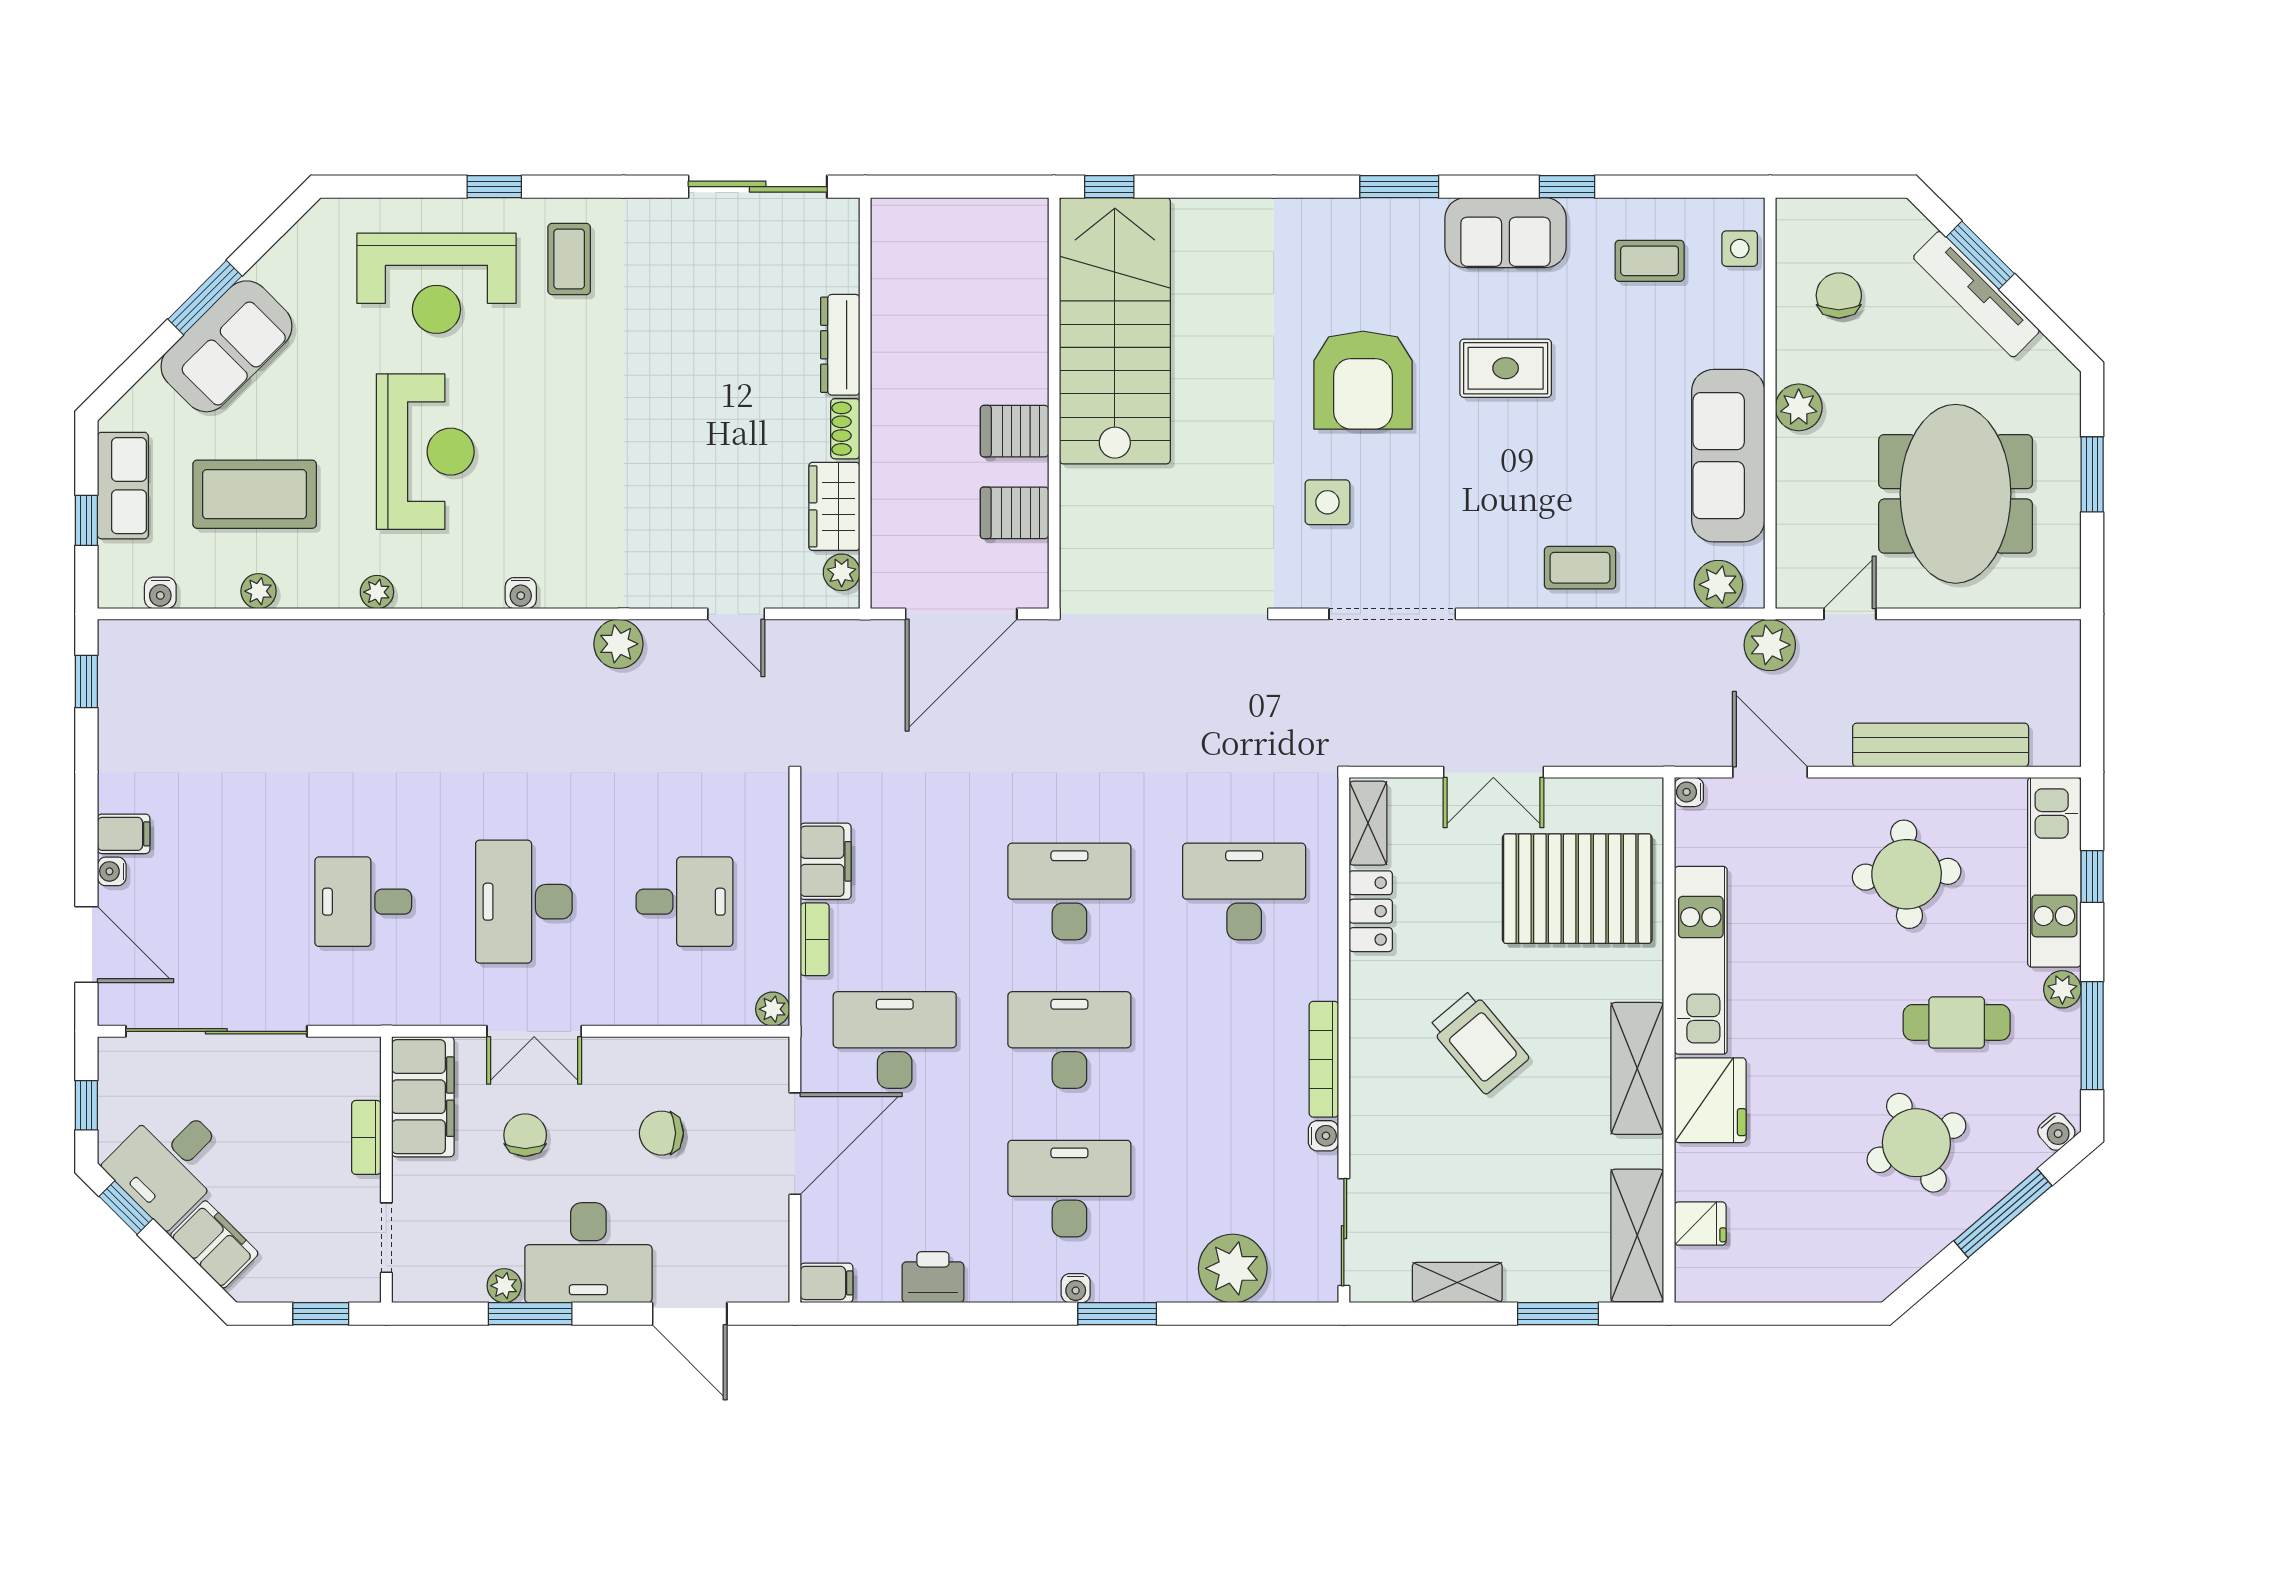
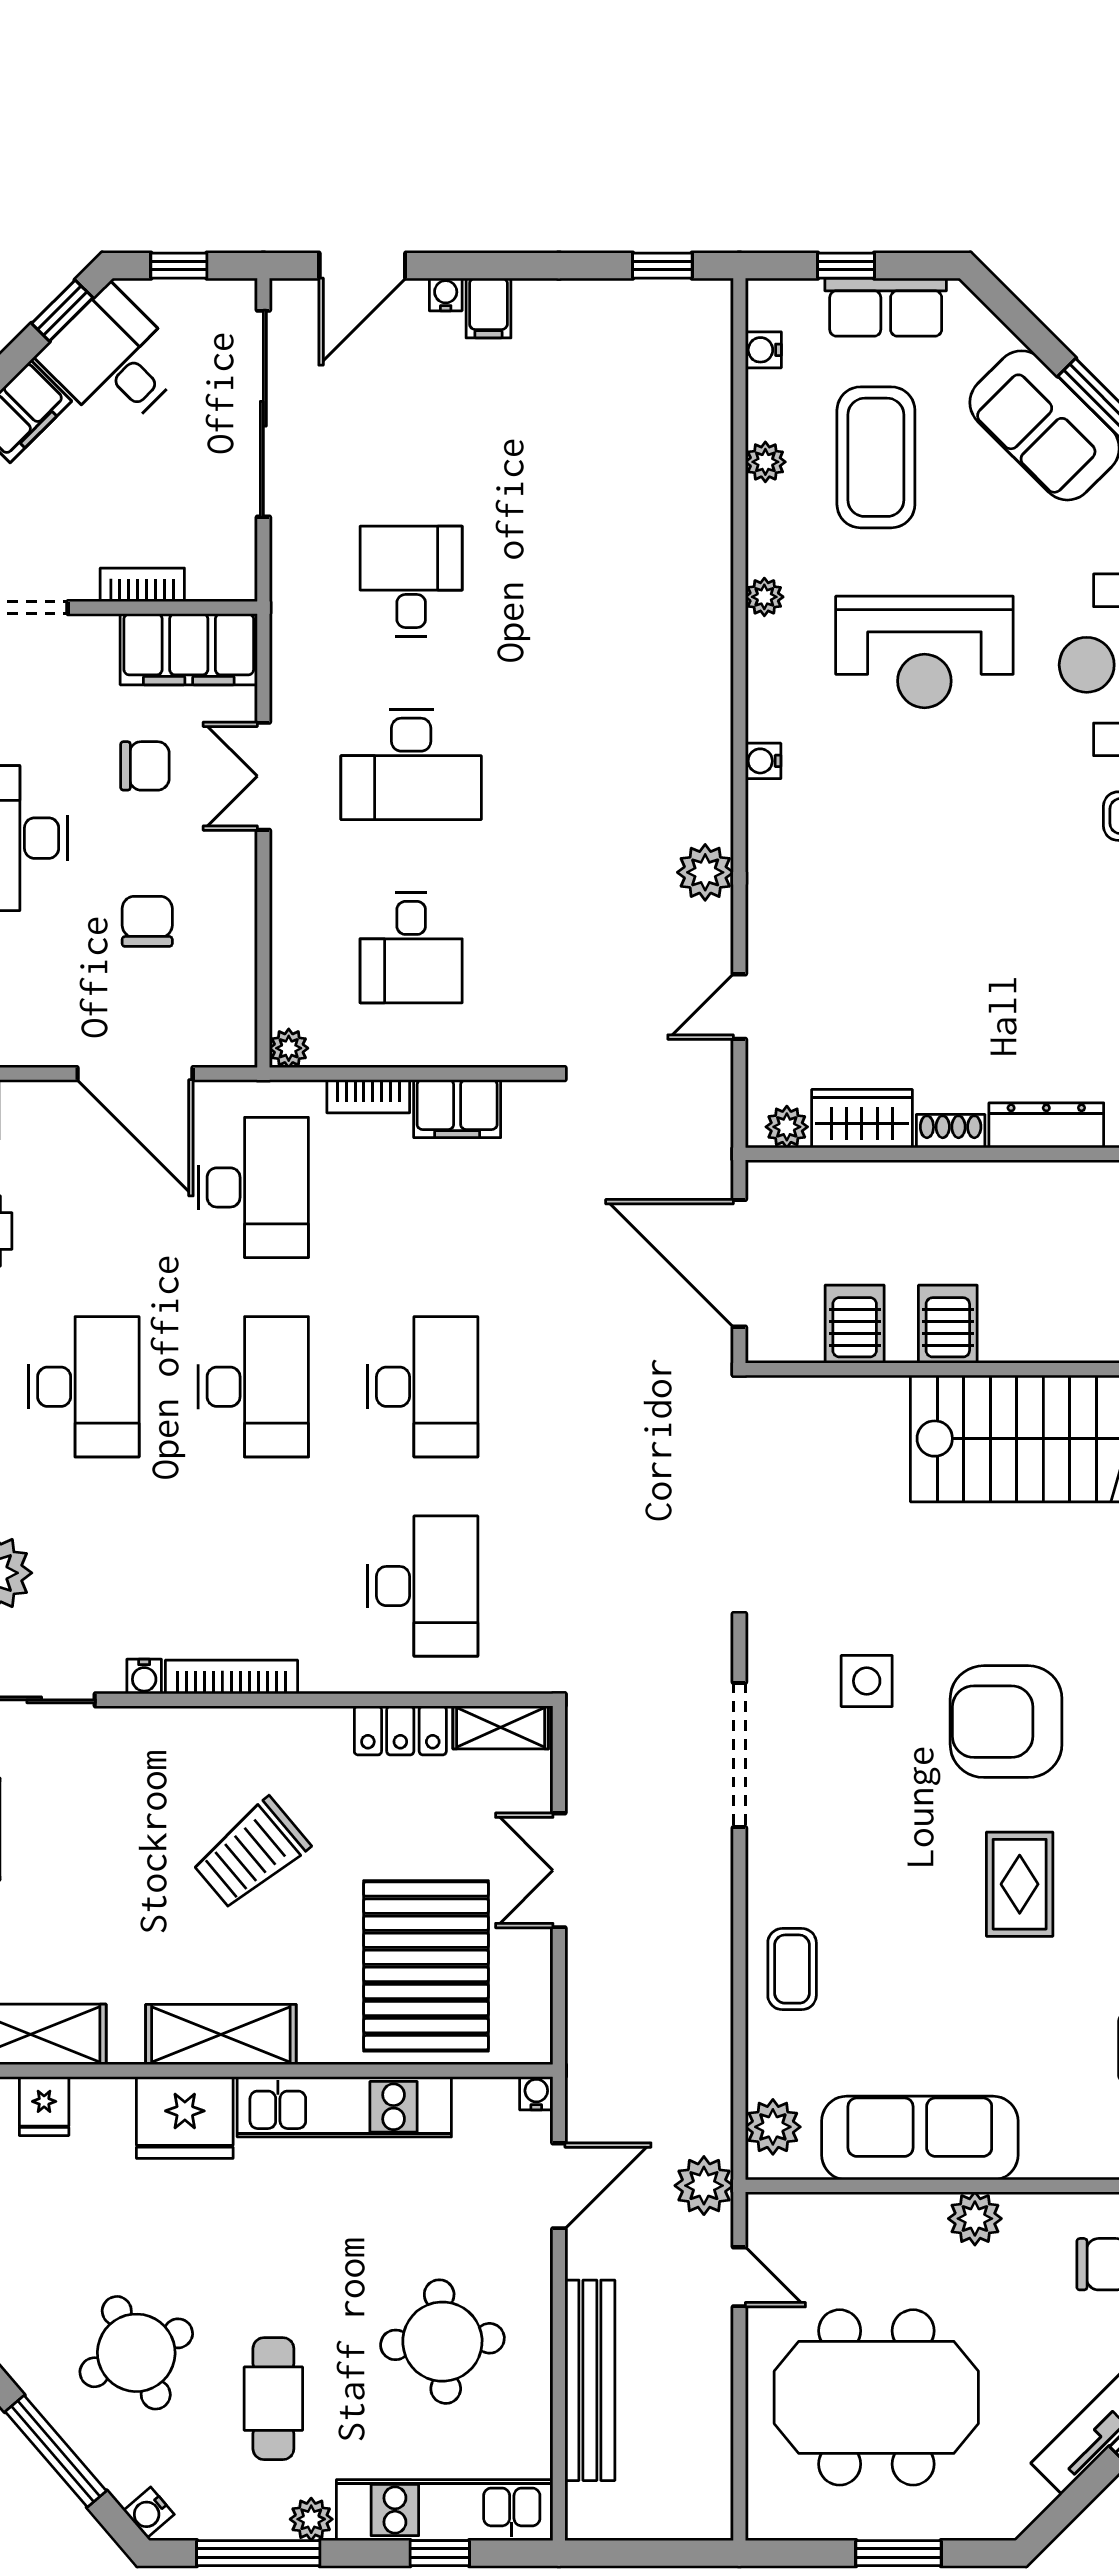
desk: (524, 902) -> (411, 764), turned 180

